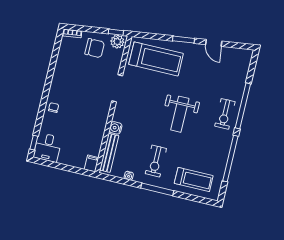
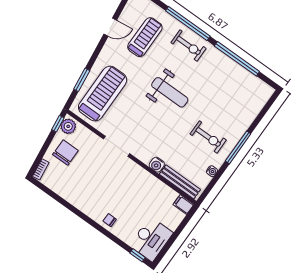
window: (184, 40) -> (82, 80), moved
desk: (48, 147) -> (151, 239), width x1.37
treadmill: (194, 180) -> (145, 37), moved

